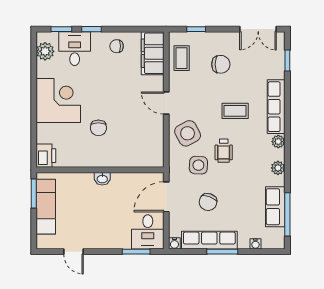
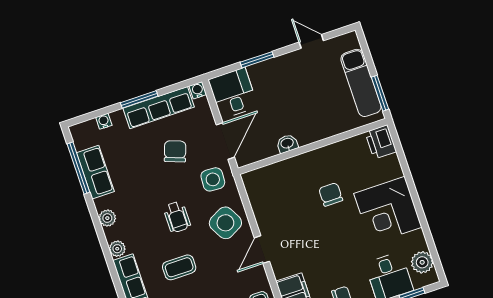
door: (166, 103) -> (262, 250), swing flipped
wheelchair: (224, 151) -> (177, 217), turned 180
side table: (198, 165) -> (213, 179), moved
washbasin: (102, 179) -> (287, 144), moved
window: (136, 252) -> (257, 60), moved

